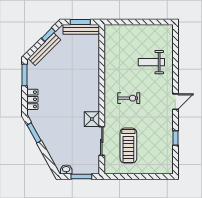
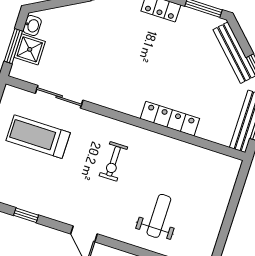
locker: (94, 74) -> (170, 119), added
shower: (92, 119) -> (30, 49), moved

